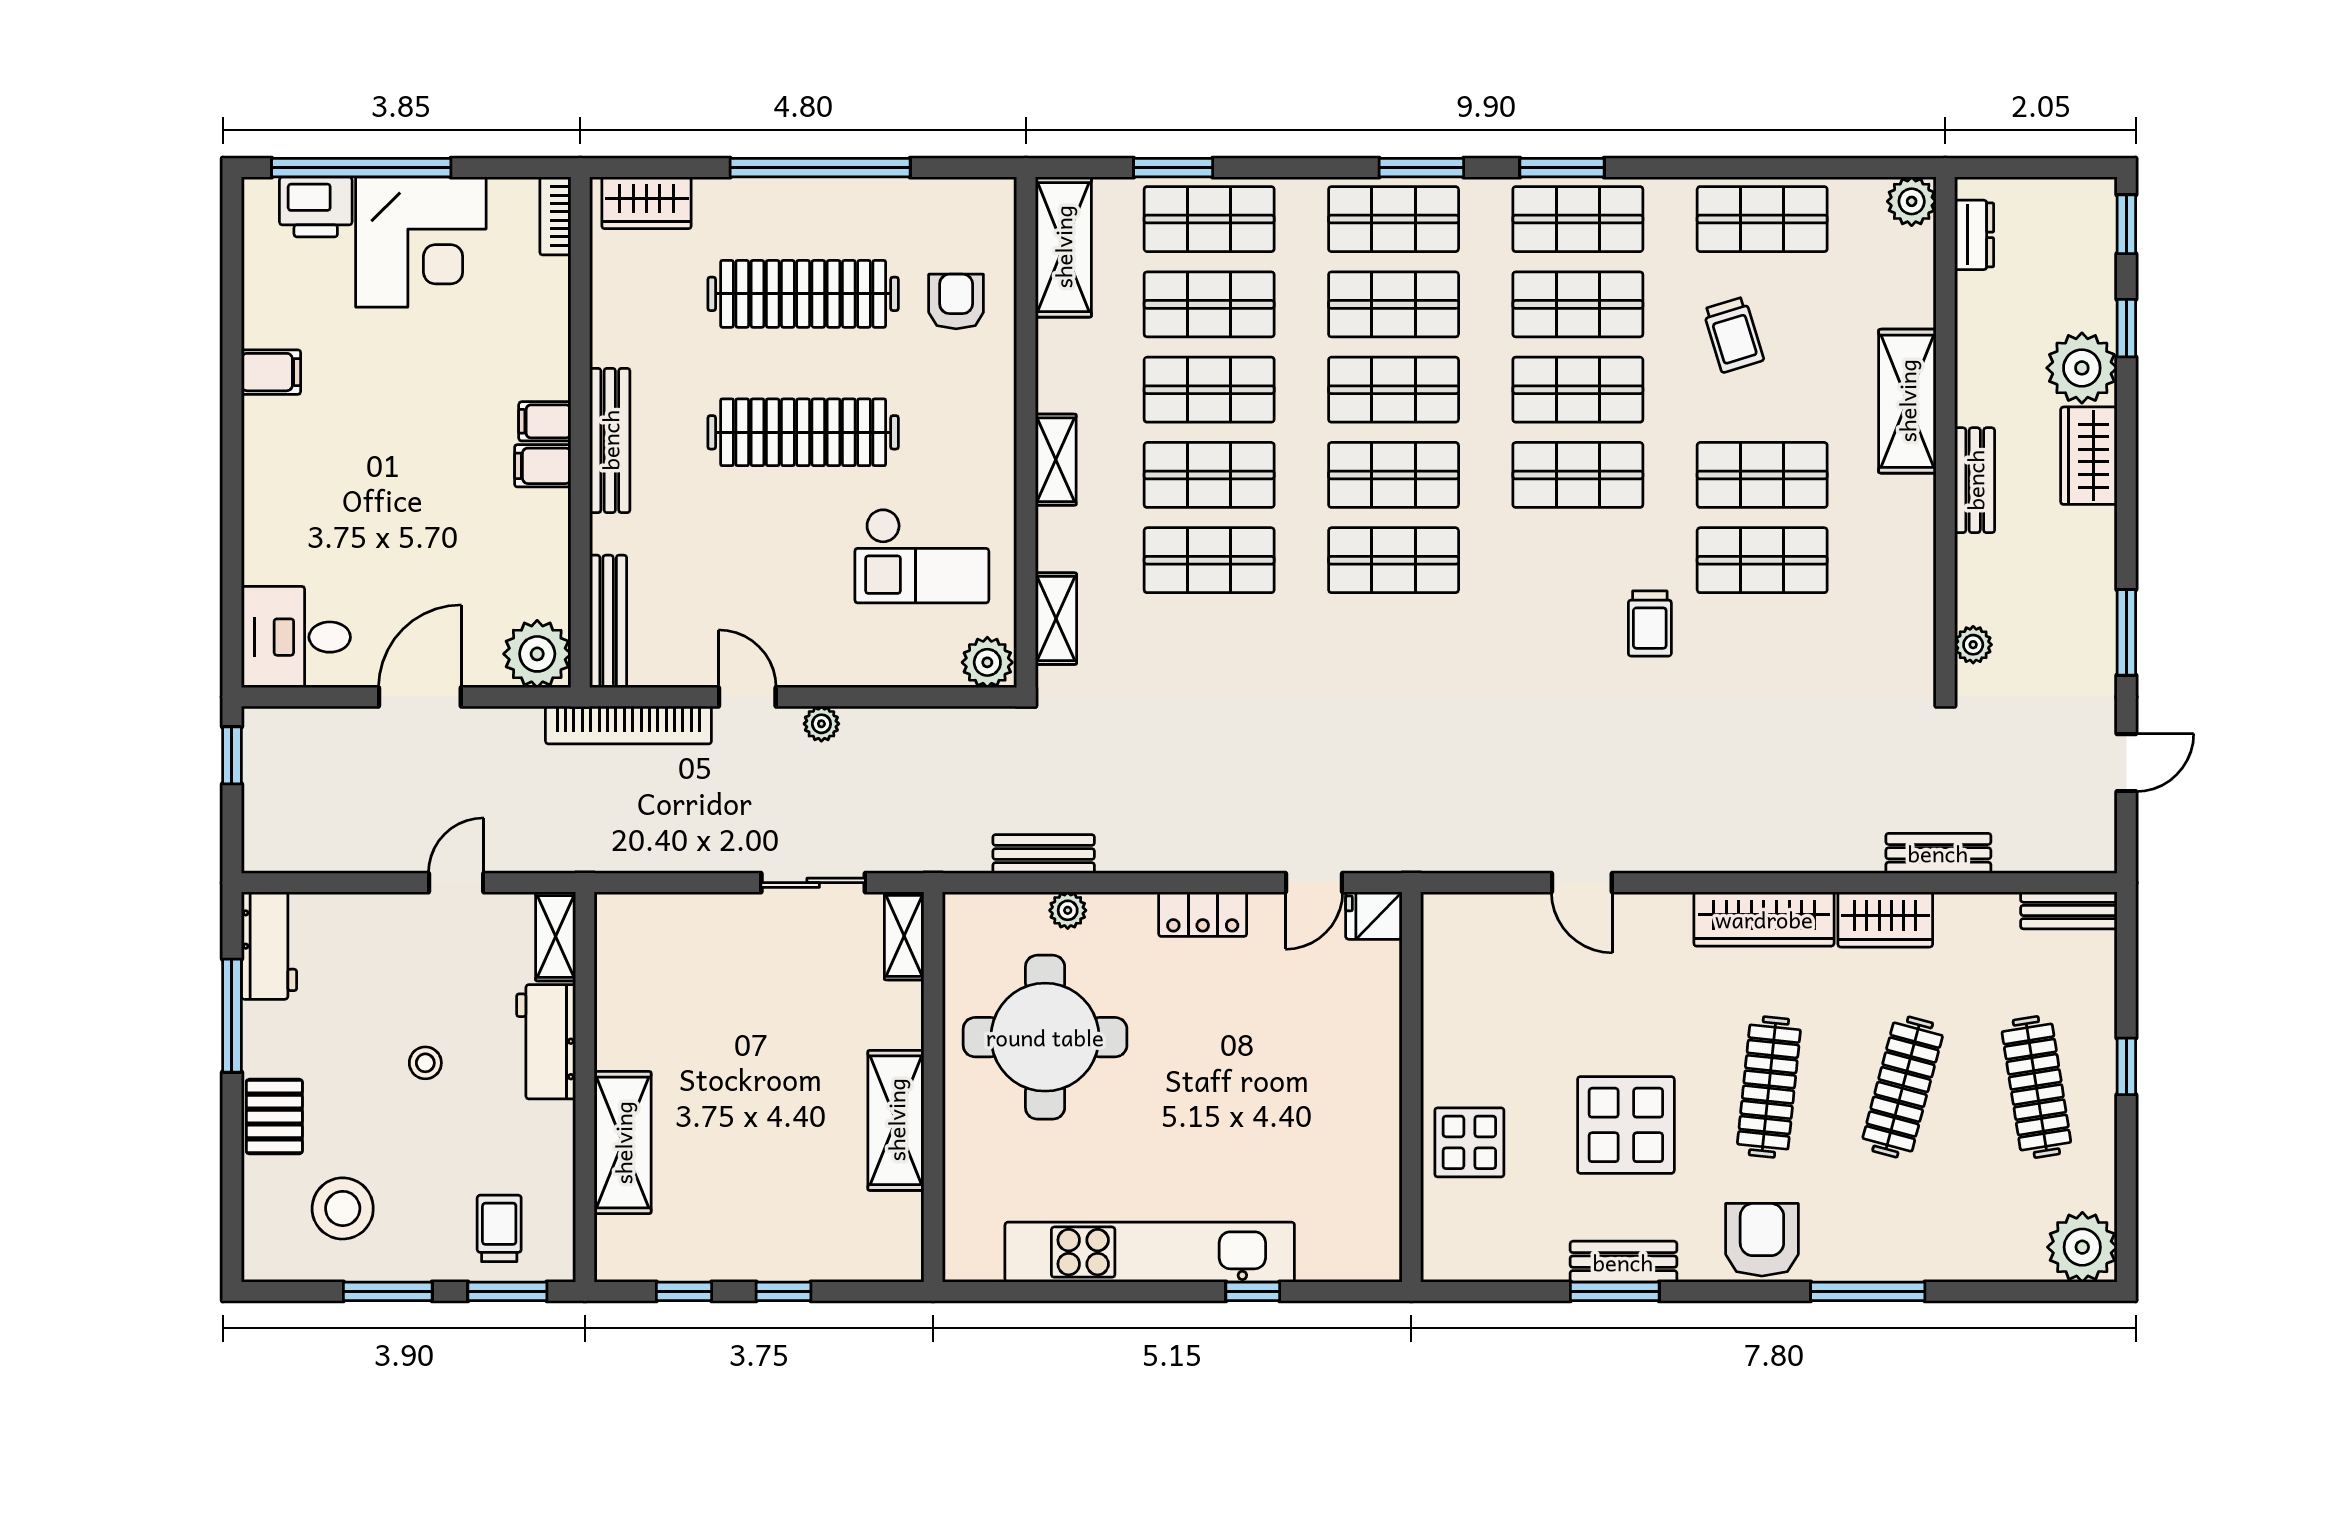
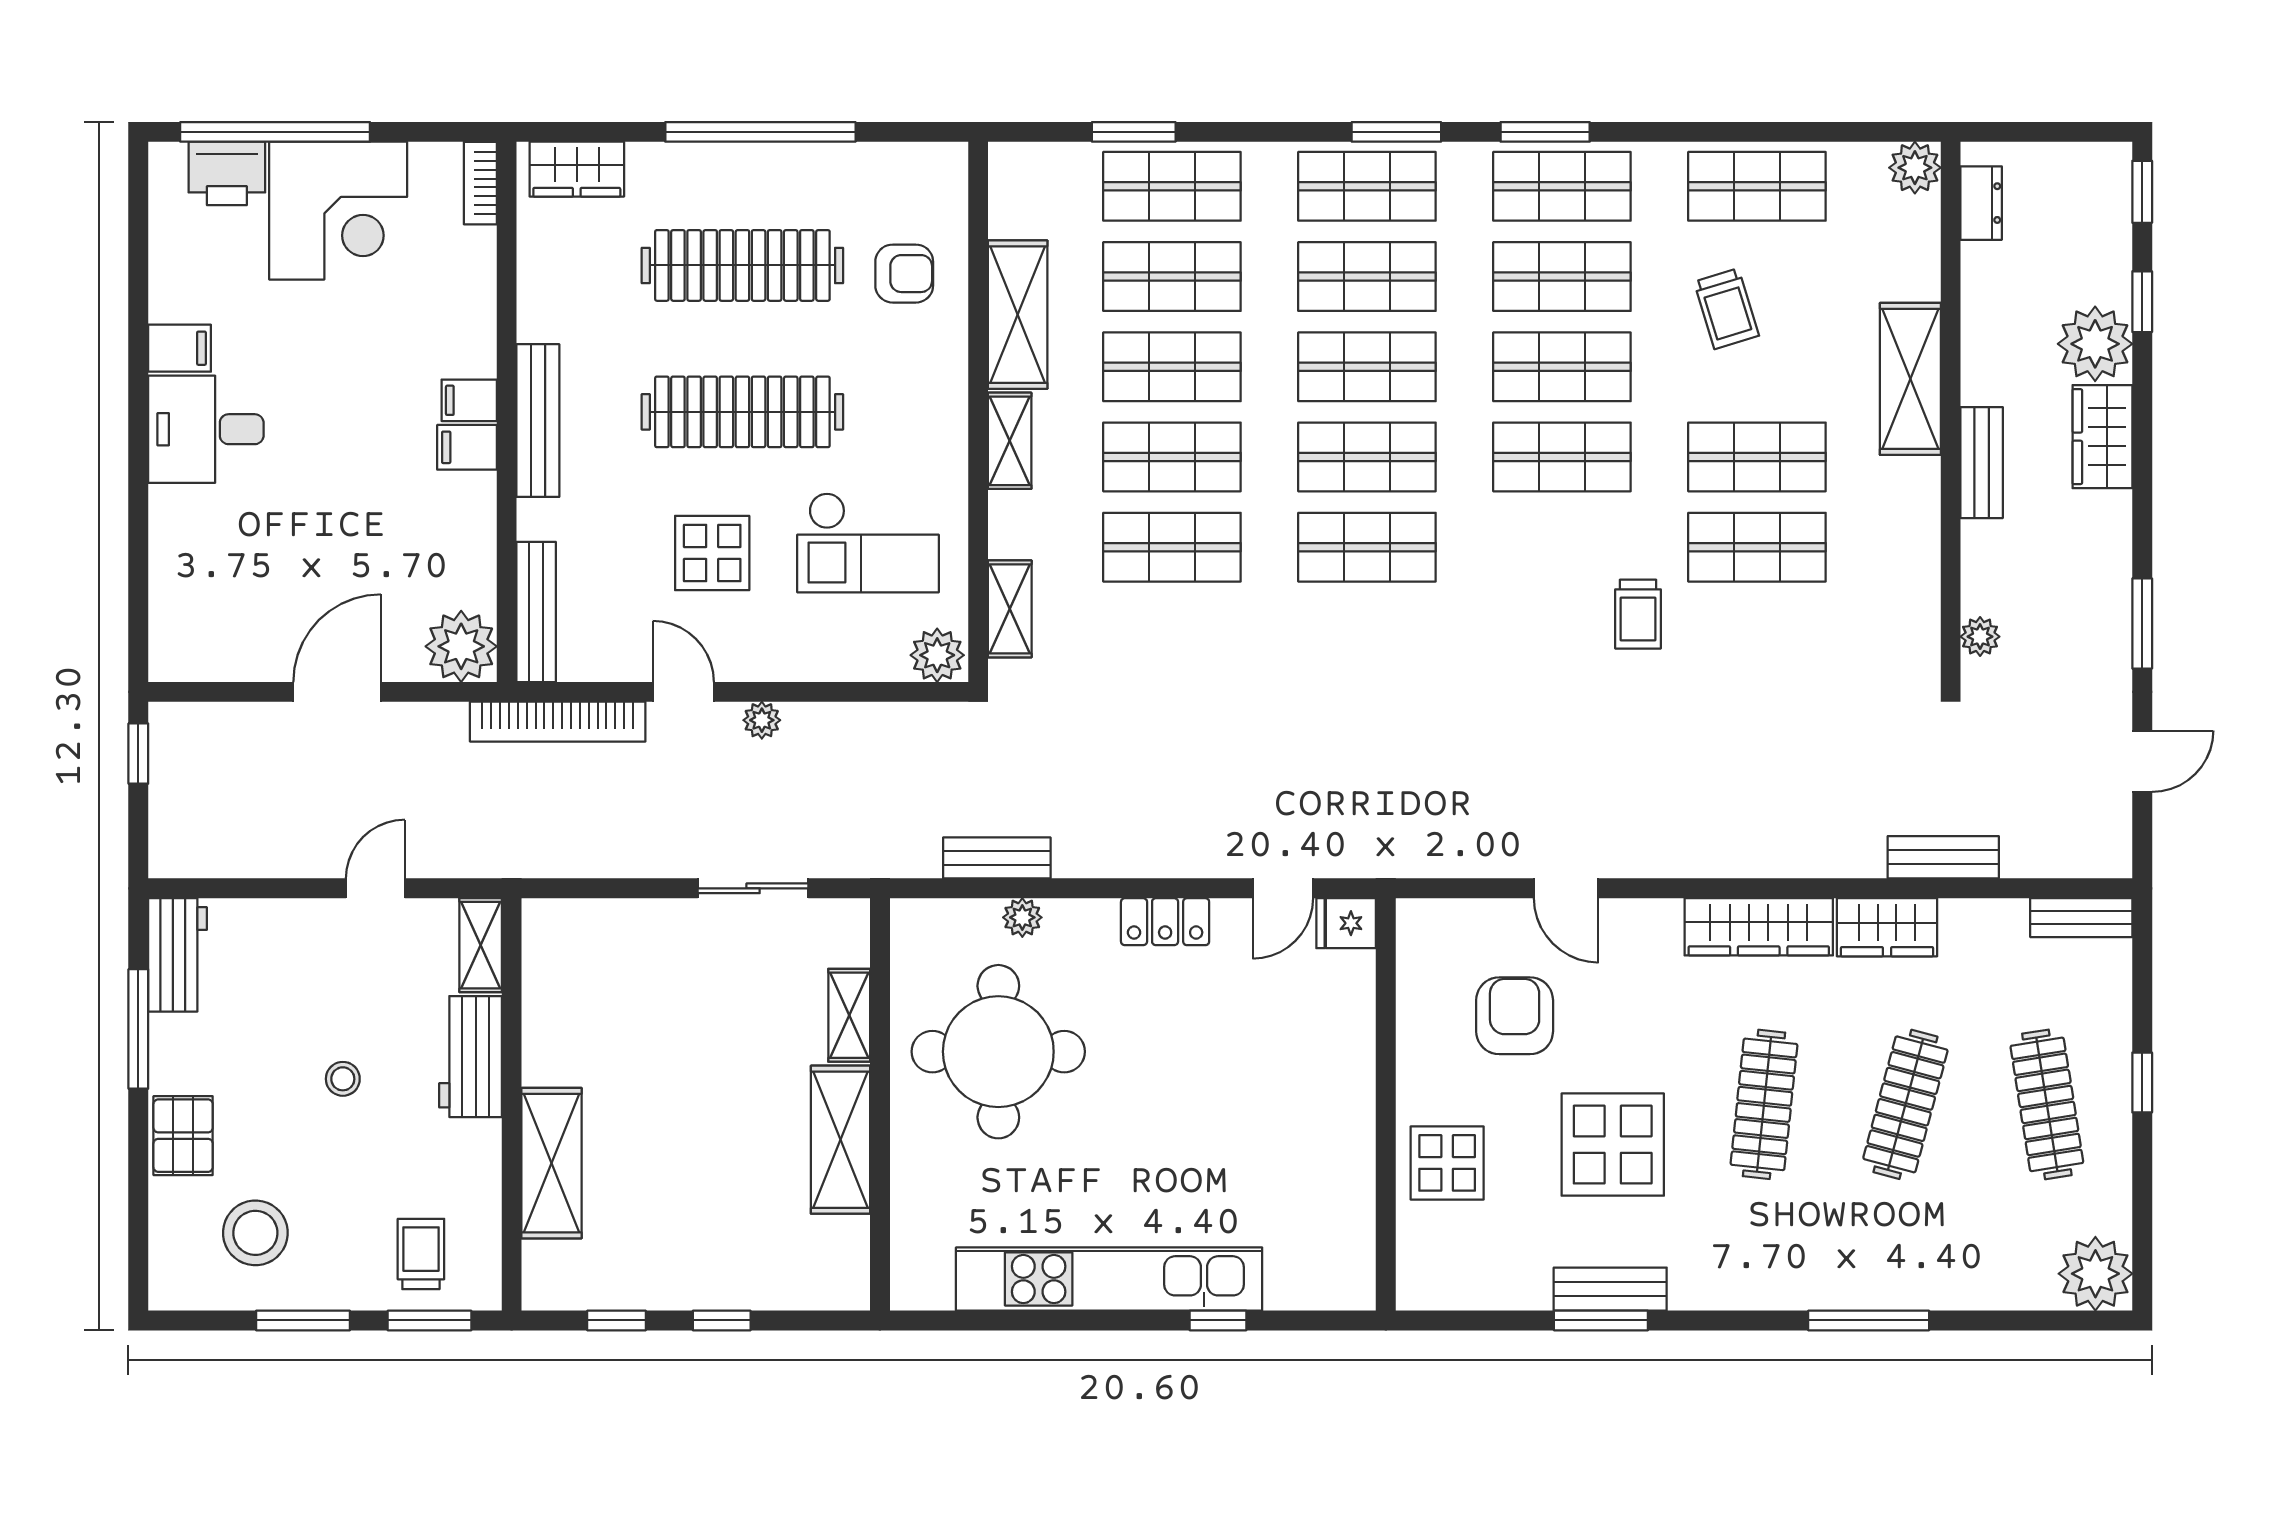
shelving: (1063, 247) -> (1018, 315), moved
armchair: (956, 302) -> (904, 274), turned 90
display table: (775, 566) -> (712, 553), added
desk: (296, 637) -> (206, 429), moved
shelving: (904, 936) -> (849, 1015), moved
armchair: (1762, 1240) -> (1515, 1016), moved

